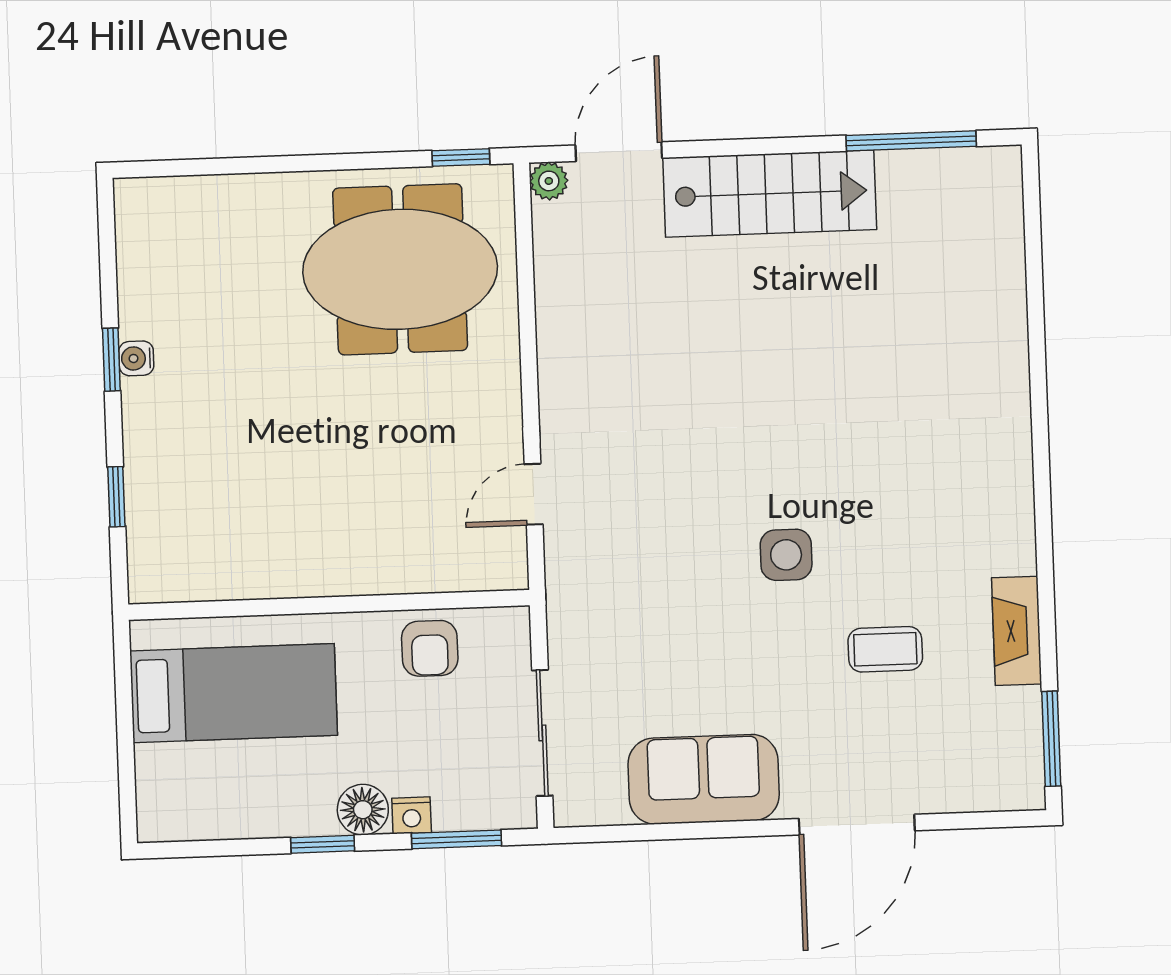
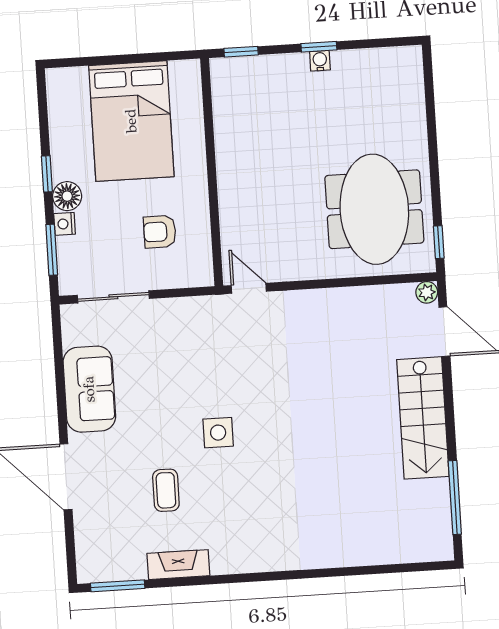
wall: (329, 605) -> (212, 172), moved
bed: (234, 693) -> (131, 121), width x1.50

